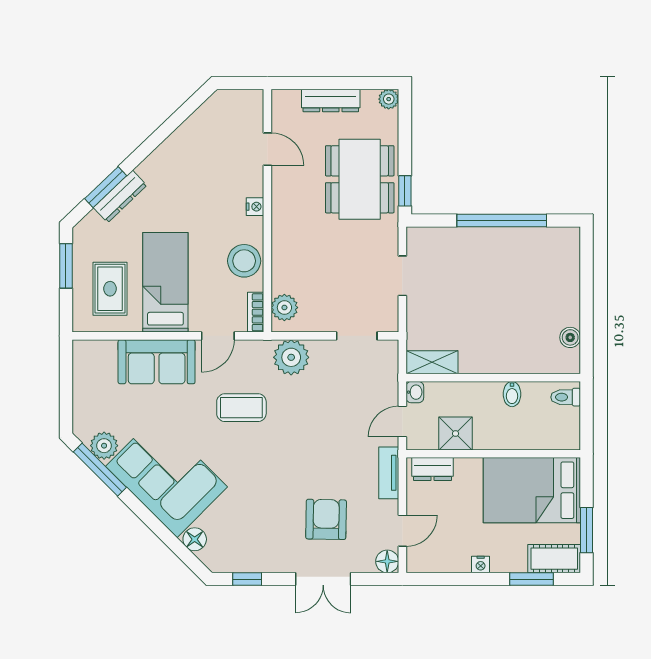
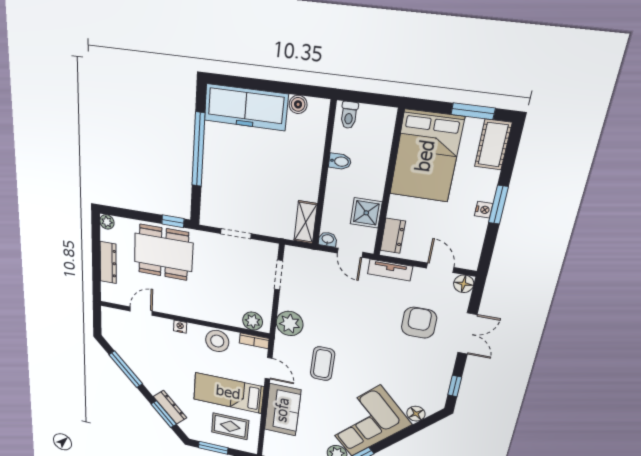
window: (169, 127) -> (126, 369), added
freezer: (559, 276) -> (246, 107), added
armchair: (326, 519) -> (419, 323), turned 89
window: (532, 579) -> (498, 205), moved

